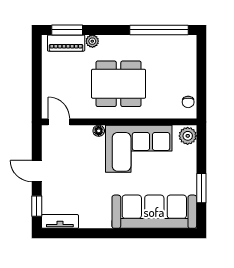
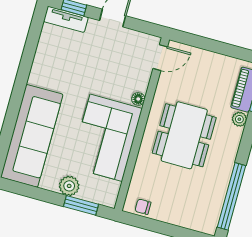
plant: (188, 136) -> (69, 186), moved
window: (201, 188) -> (81, 205), moved
tv unit: (60, 221) -> (66, 19), moved, turned 90

